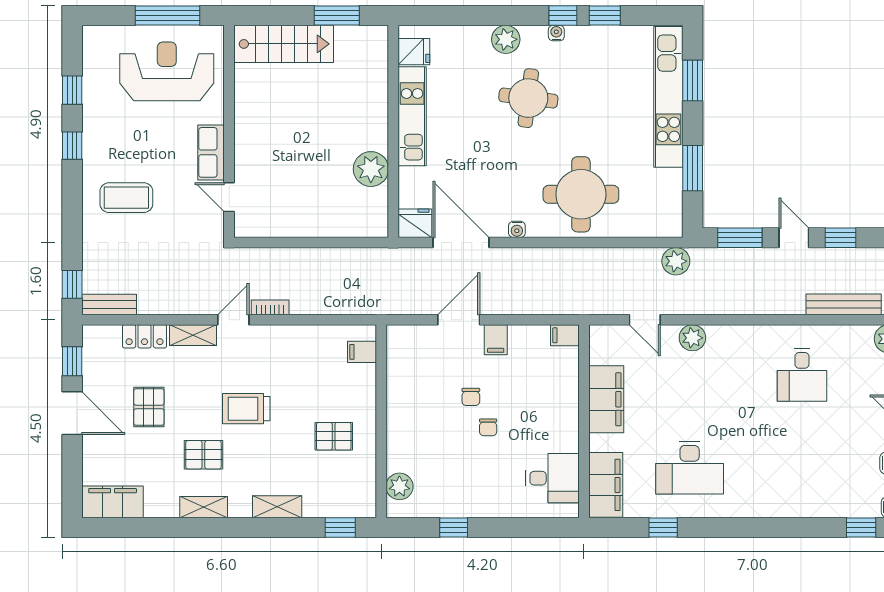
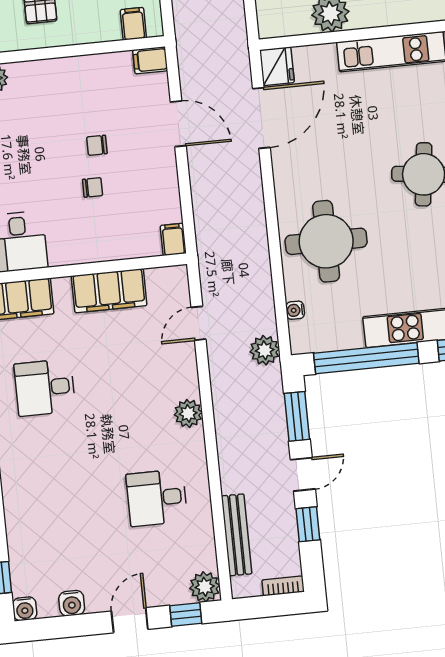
window: (693, 168) -> (366, 358), width x2.11
water cooler: (517, 229) -> (295, 310), moved
plant: (692, 338) -> (188, 413), moved
filing cabinet: (496, 340) -> (150, 60), moved
chair: (488, 427) -> (93, 187), moved, turned 180
desk: (690, 468) -> (45, 388), width x0.73

